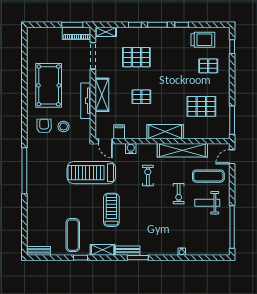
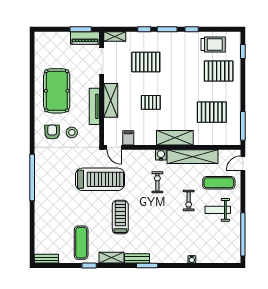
pallet: (208, 66) -> (219, 71), width x1.50, depth x1.42
water cooler: (131, 149) -> (161, 155), moved
treadmill: (91, 173) -> (100, 179), turned 180

